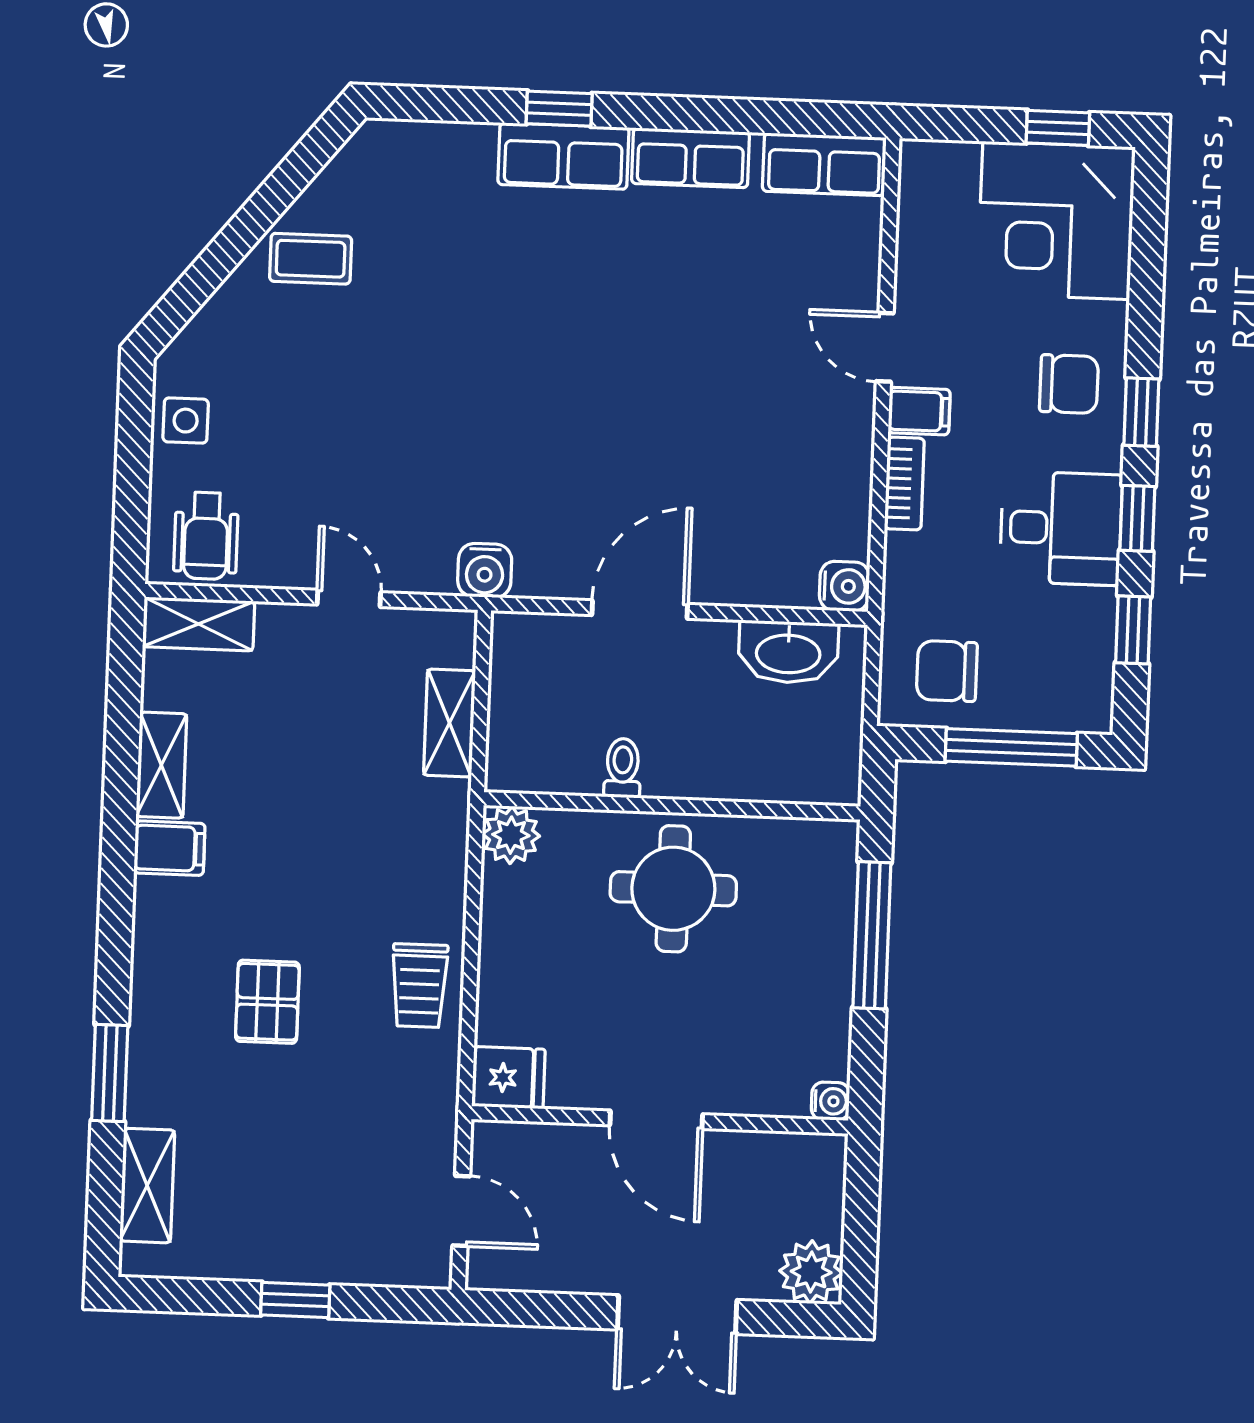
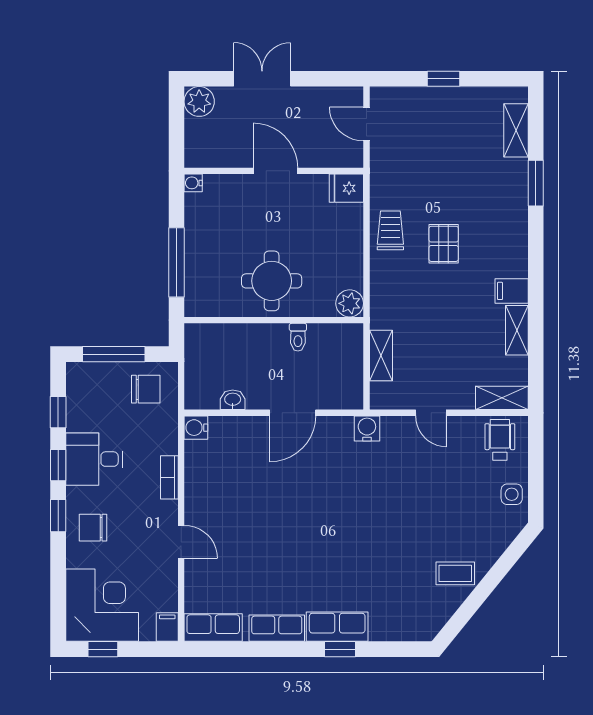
filing cabinet: (919, 411) -> (167, 627), moved, turned 90
washbasin: (788, 652) -> (233, 400), width x0.52, depth x0.69
pallet: (267, 1002) -> (444, 244), moved

